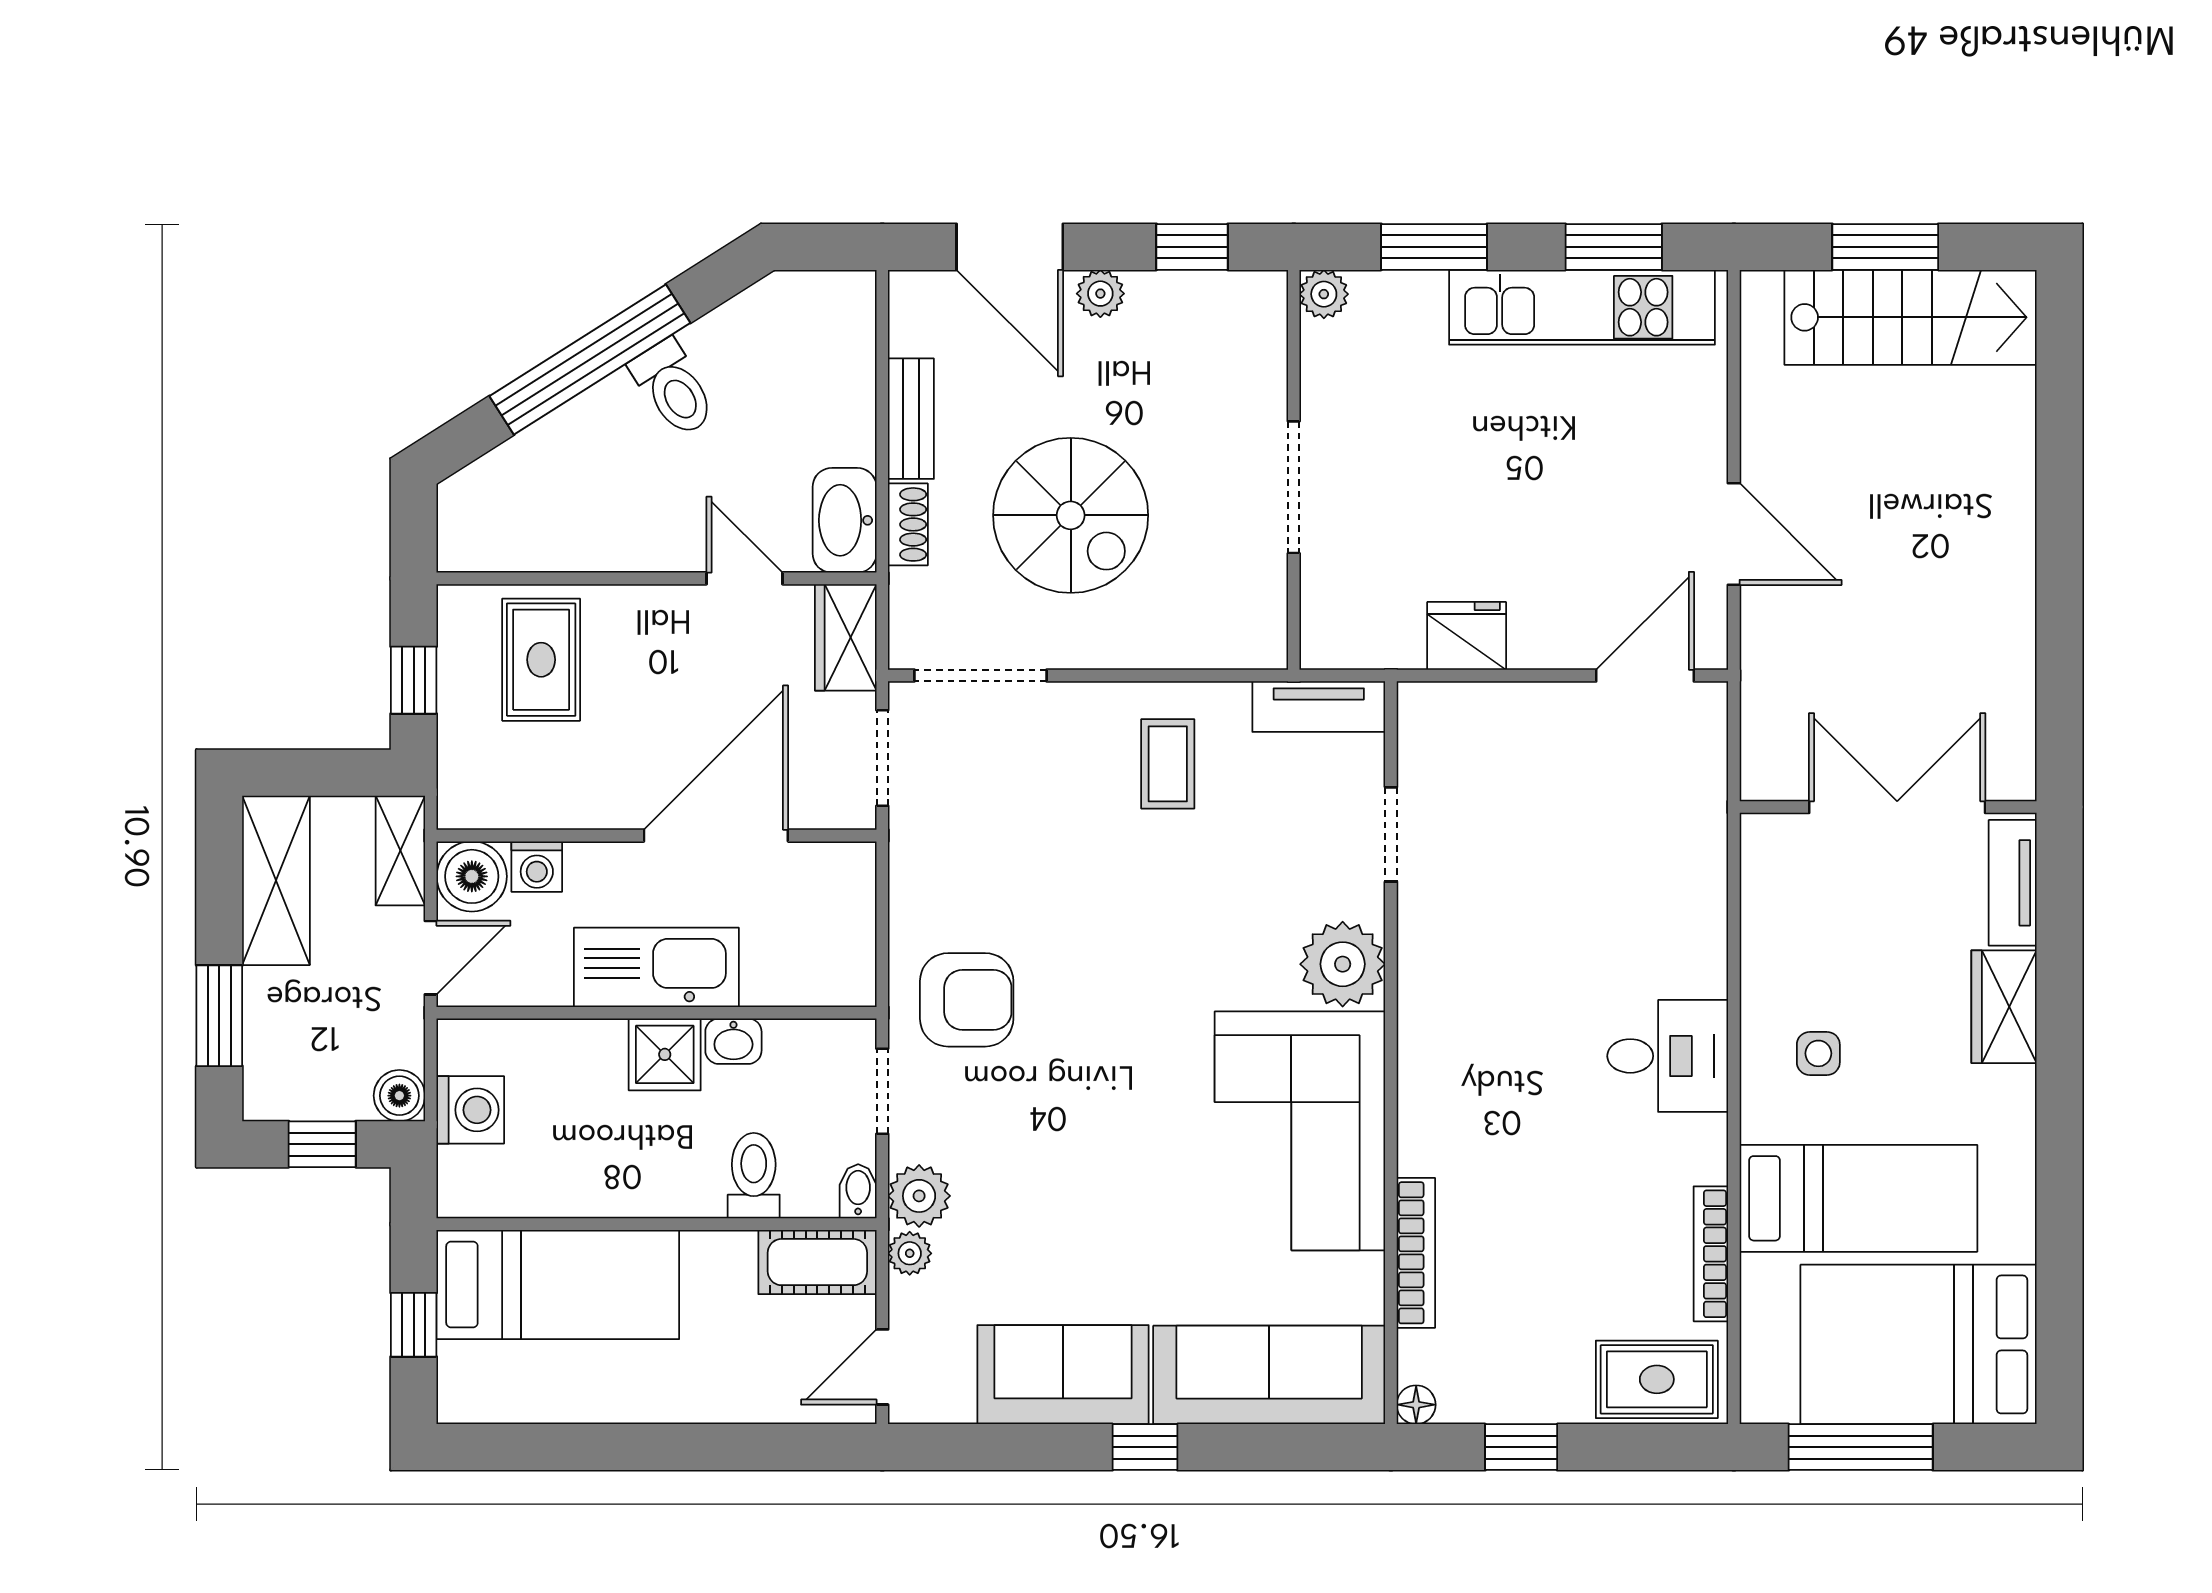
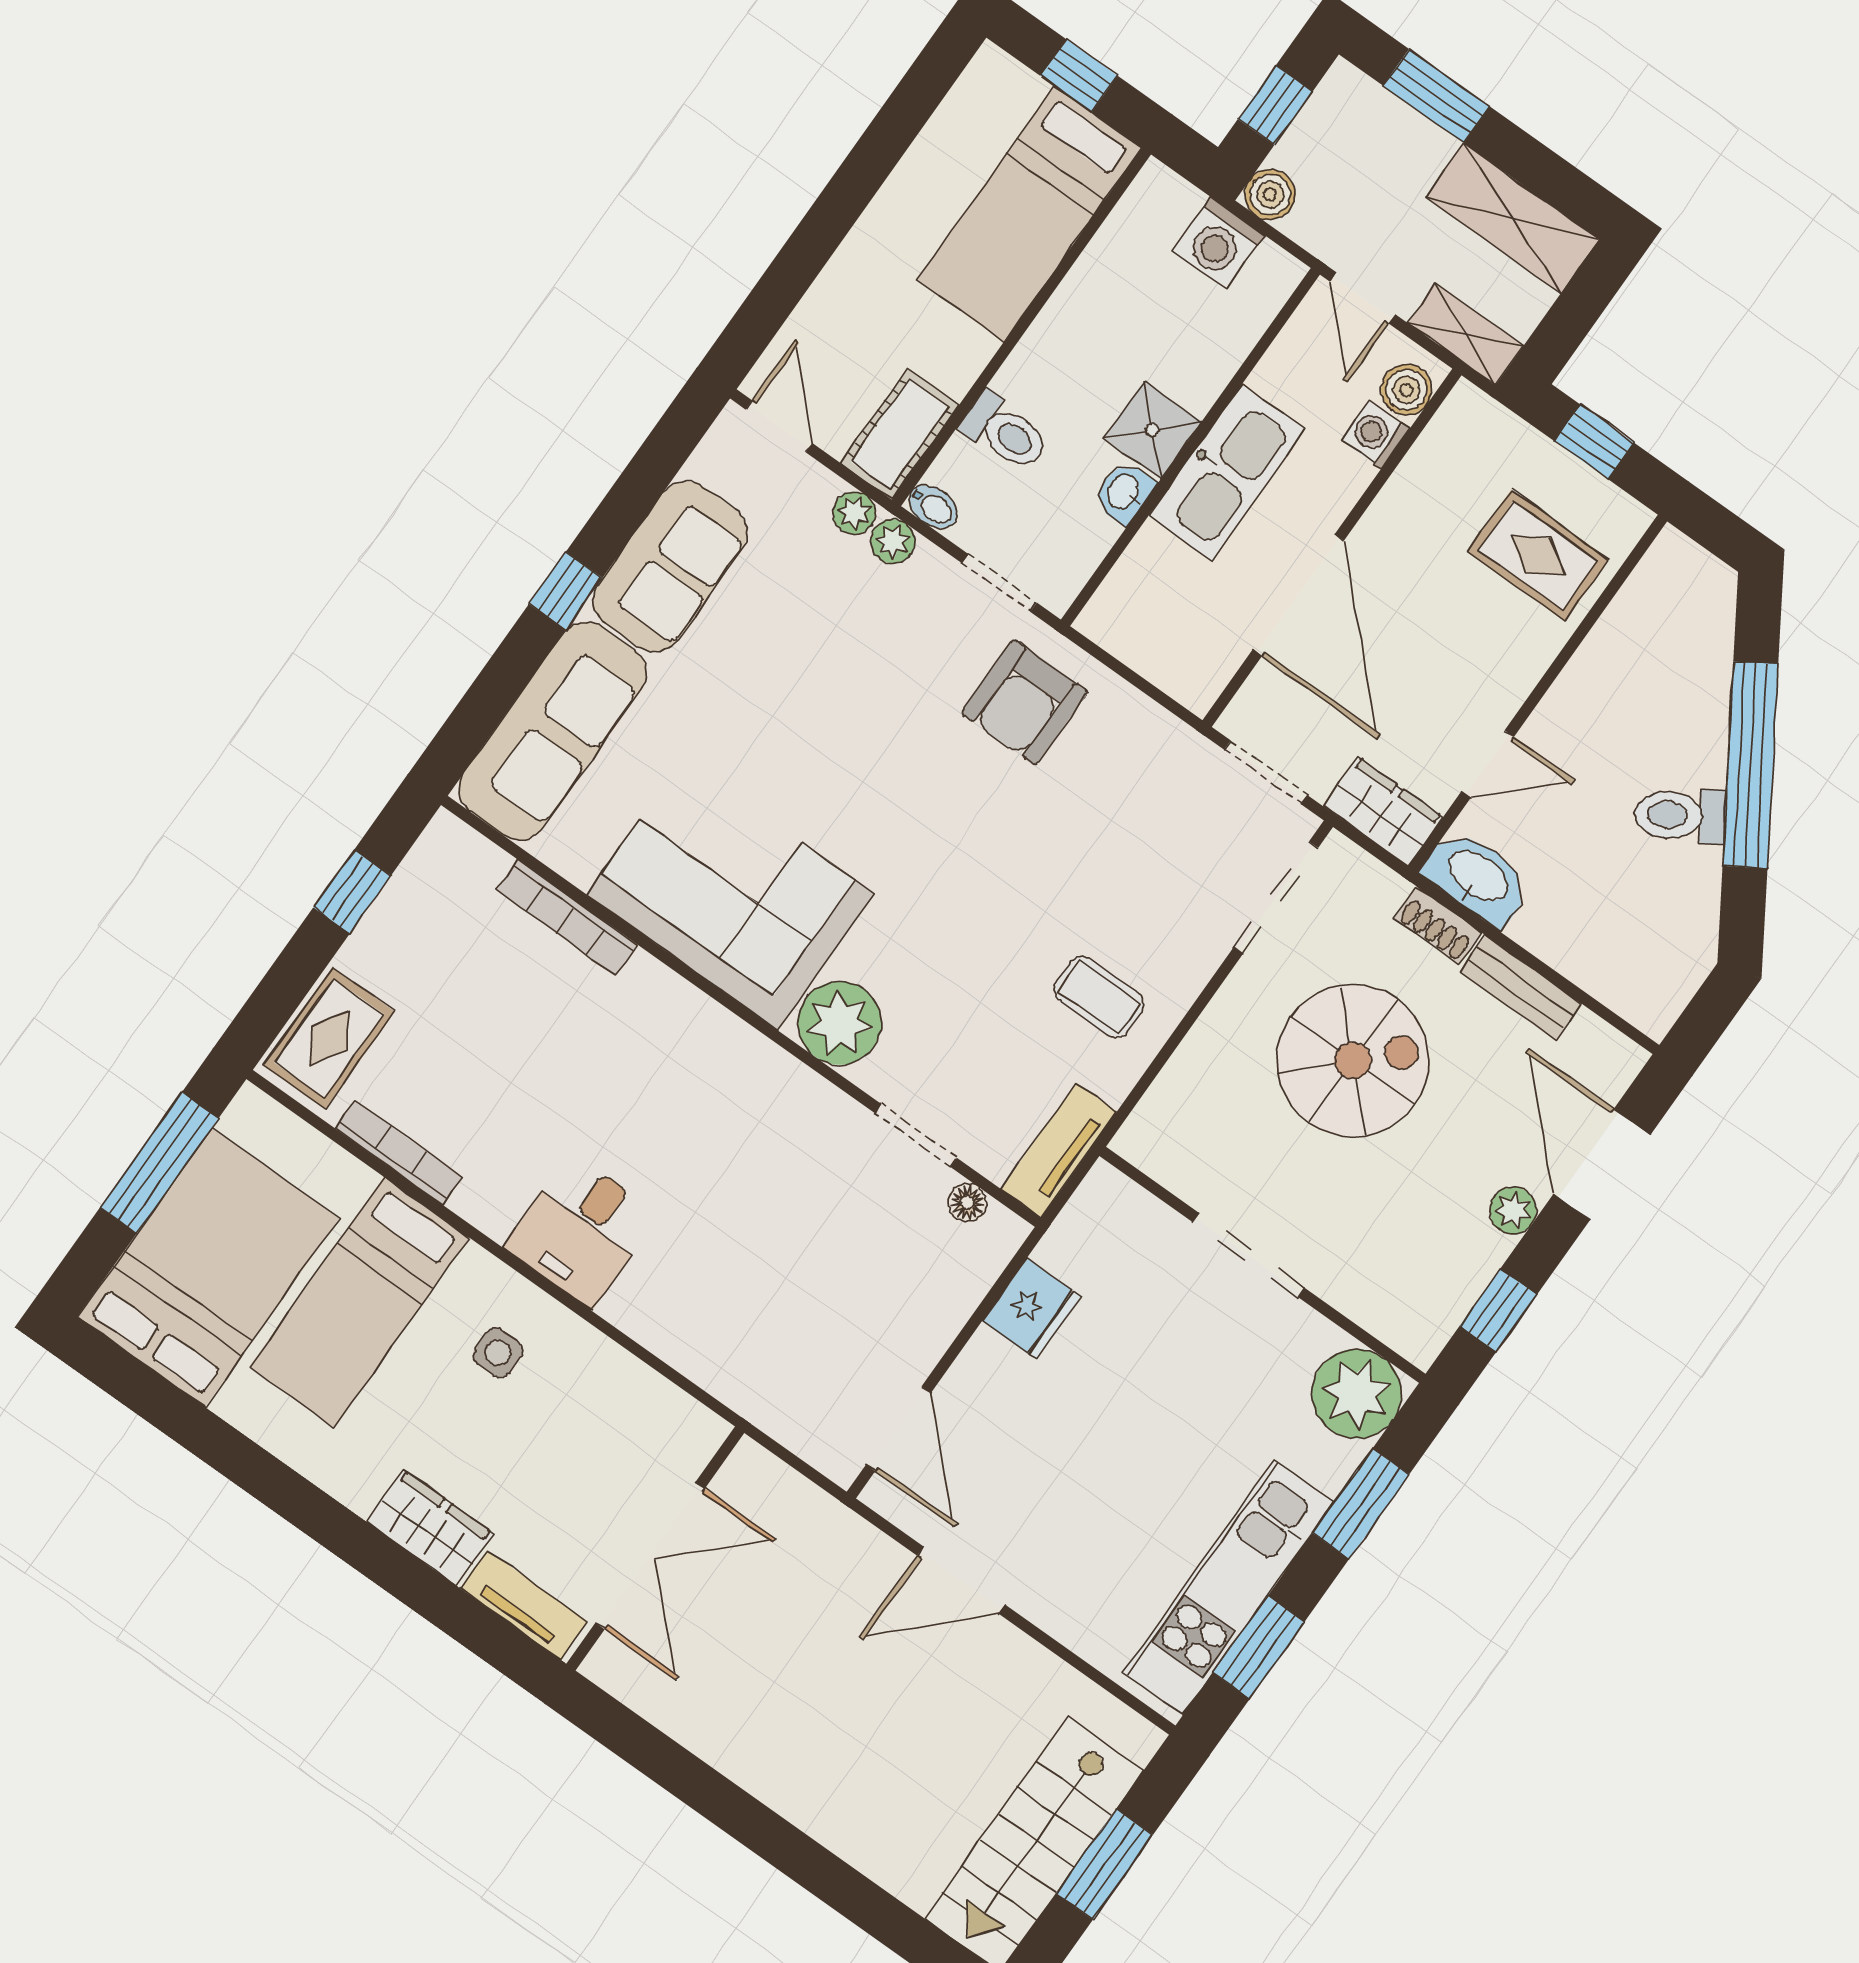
door: (1010, 247) -> (1602, 1164), hinge flipped
plant: (1324, 294) -> (1357, 1394), width x1.88, depth x1.88
spiral stairs: (1071, 515) -> (1353, 1061), turned 180
boiler: (472, 876) -> (1406, 390), width x0.73, depth x0.73
plant: (919, 1196) -> (893, 541), width x0.73, depth x0.73
floor lamp: (1416, 1405) -> (967, 1202), moved

